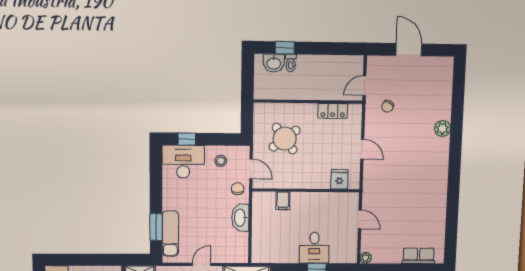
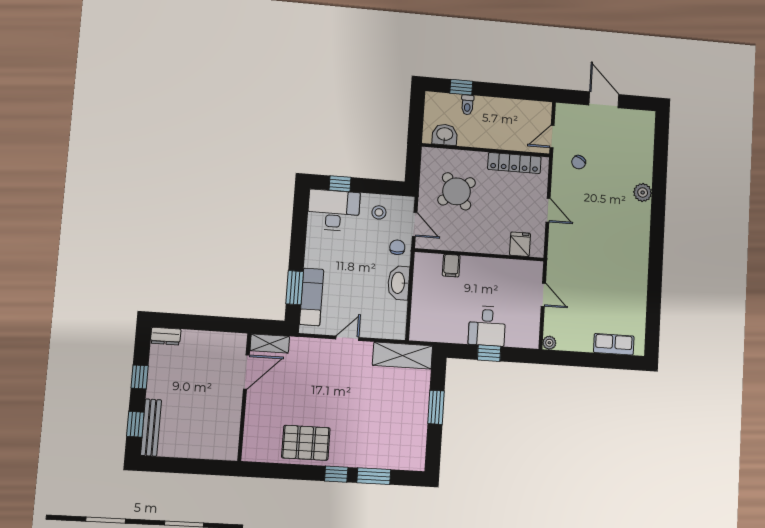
washbasin: (274, 63) -> (445, 135), moved, turned 180
locker: (333, 111) -> (514, 163), width x1.53

